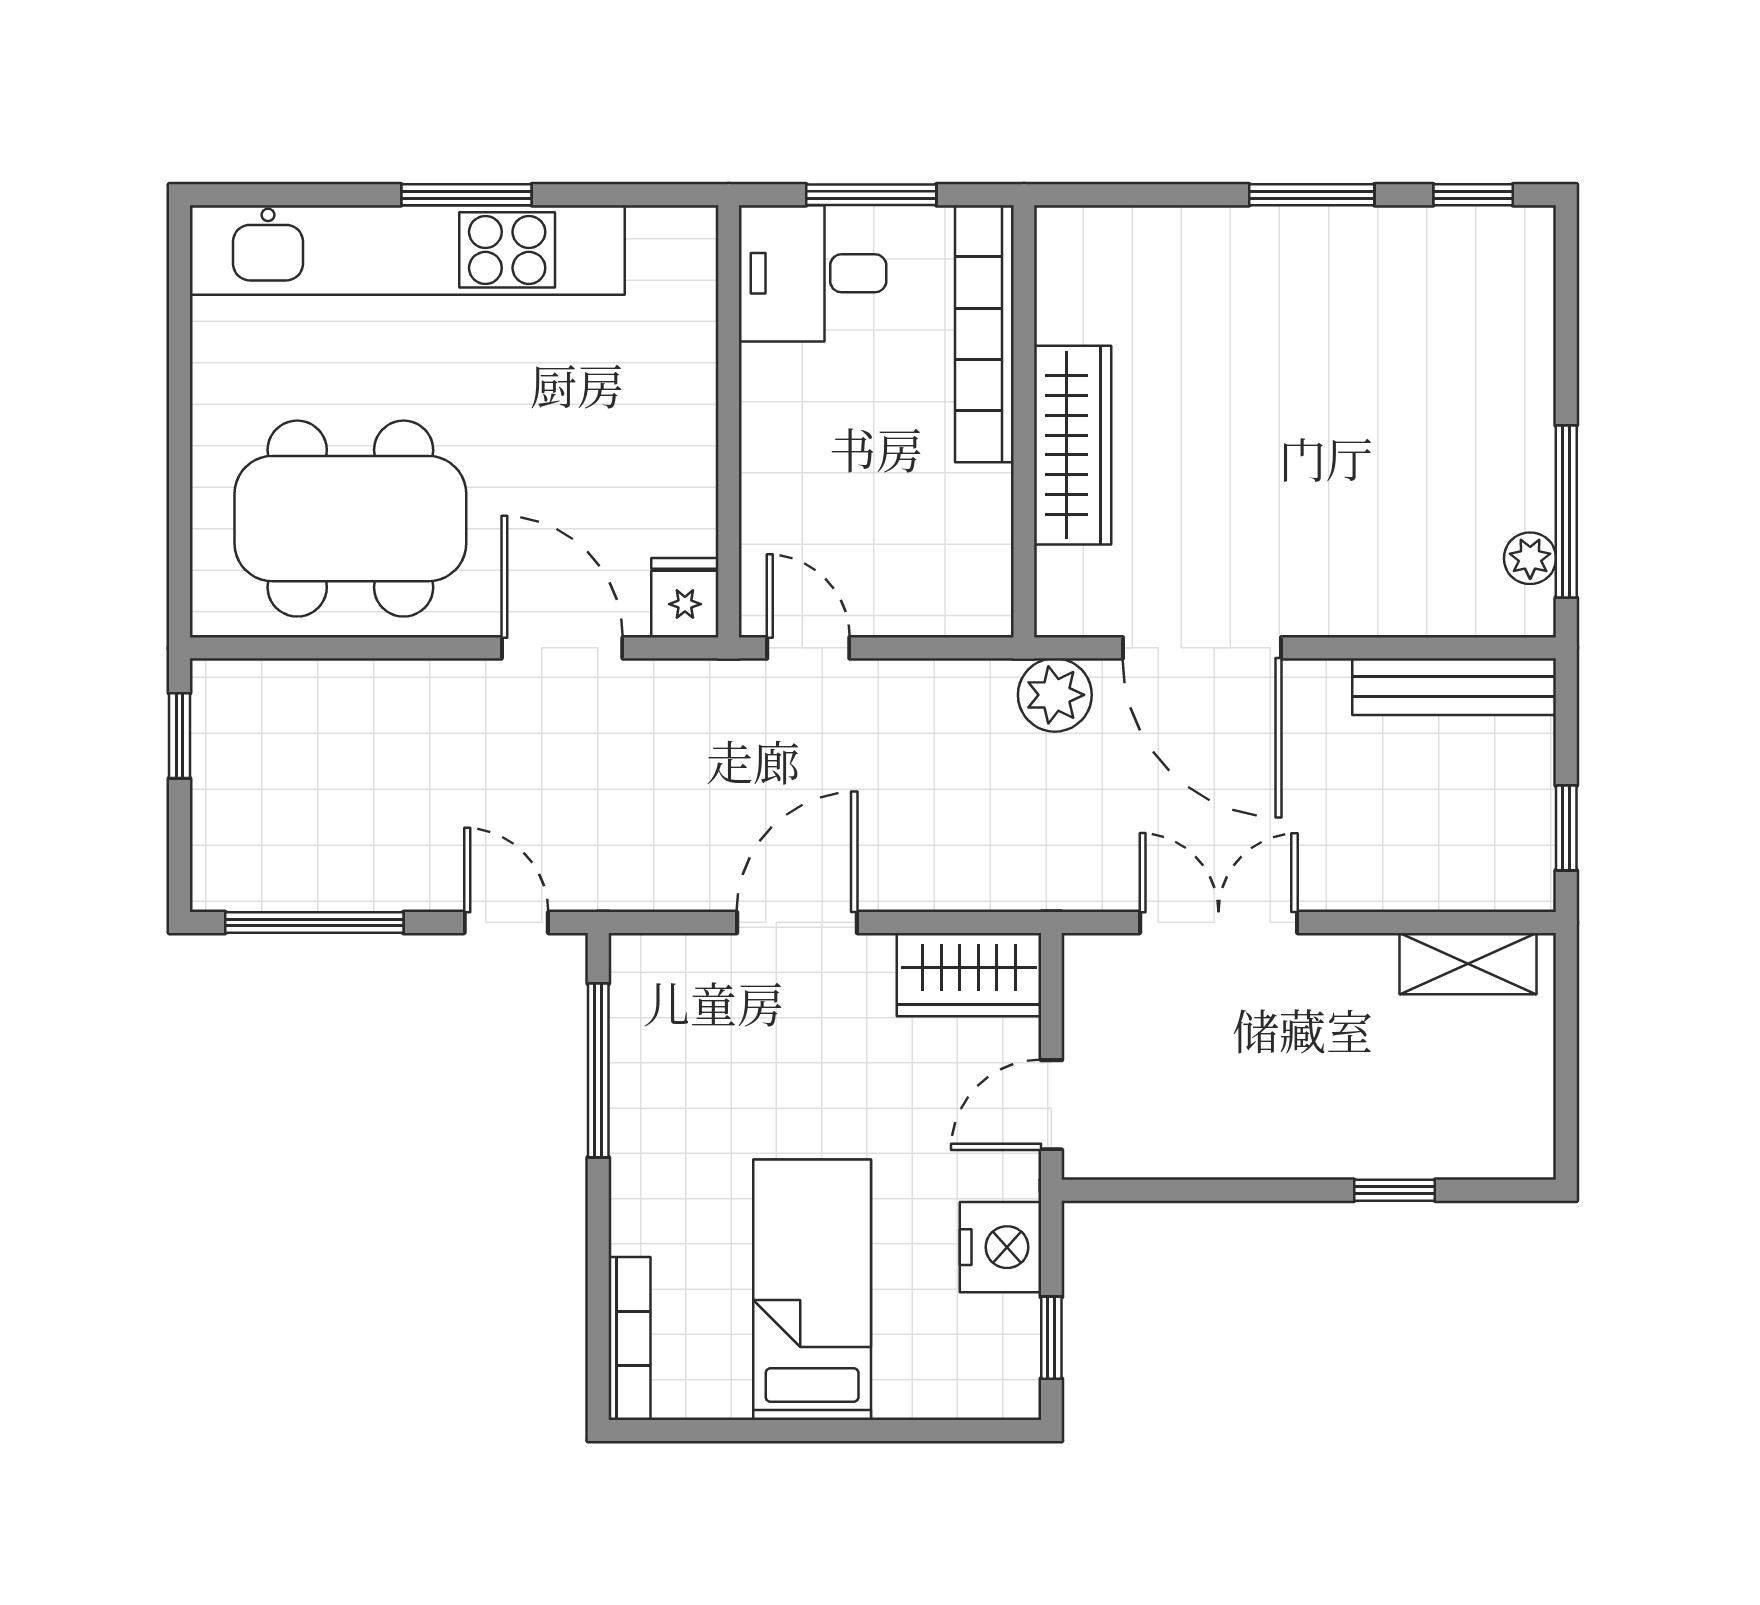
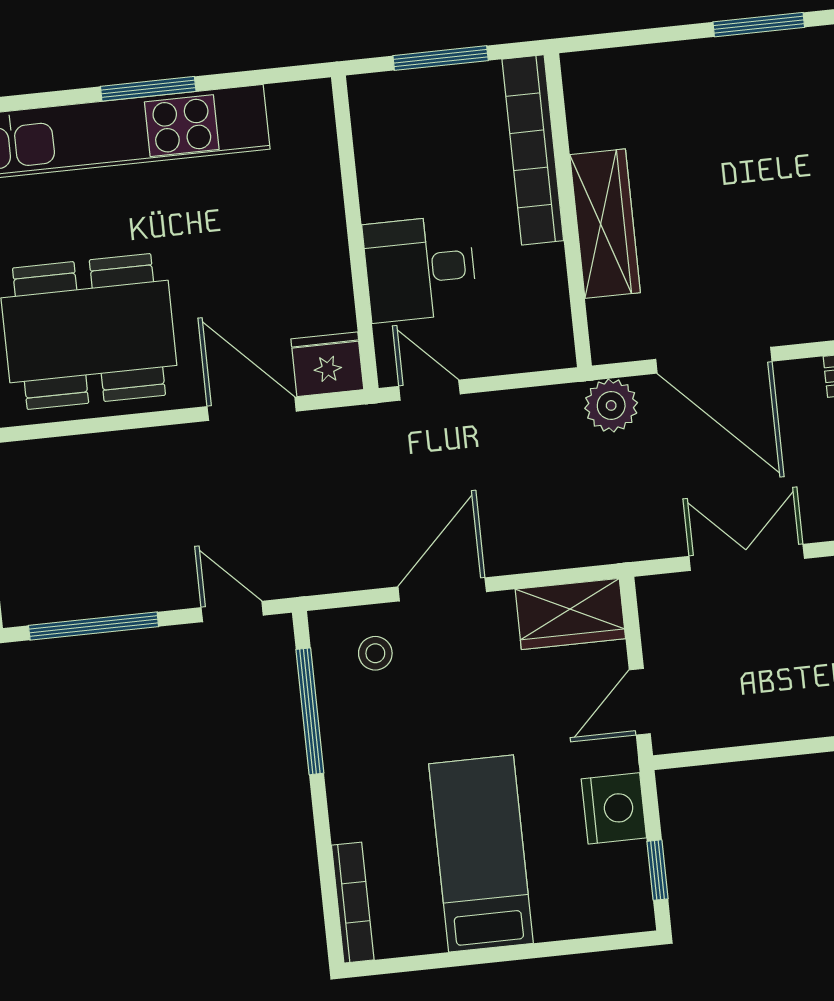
desk: (813, 273) -> (420, 269), moved
fridge: (685, 598) -> (327, 364), width x1.38
stool: (696, 1000) -> (375, 653), added

